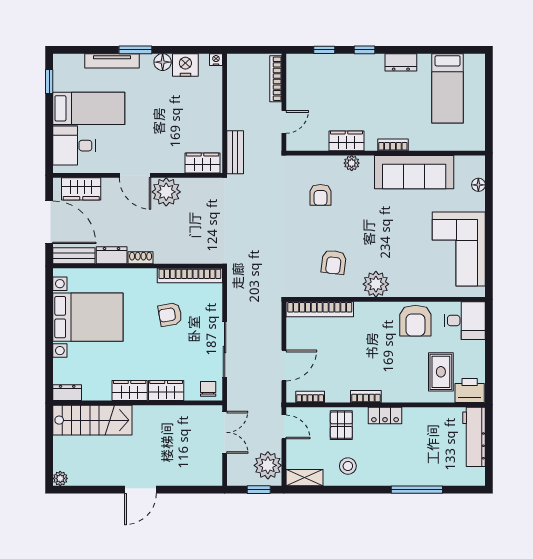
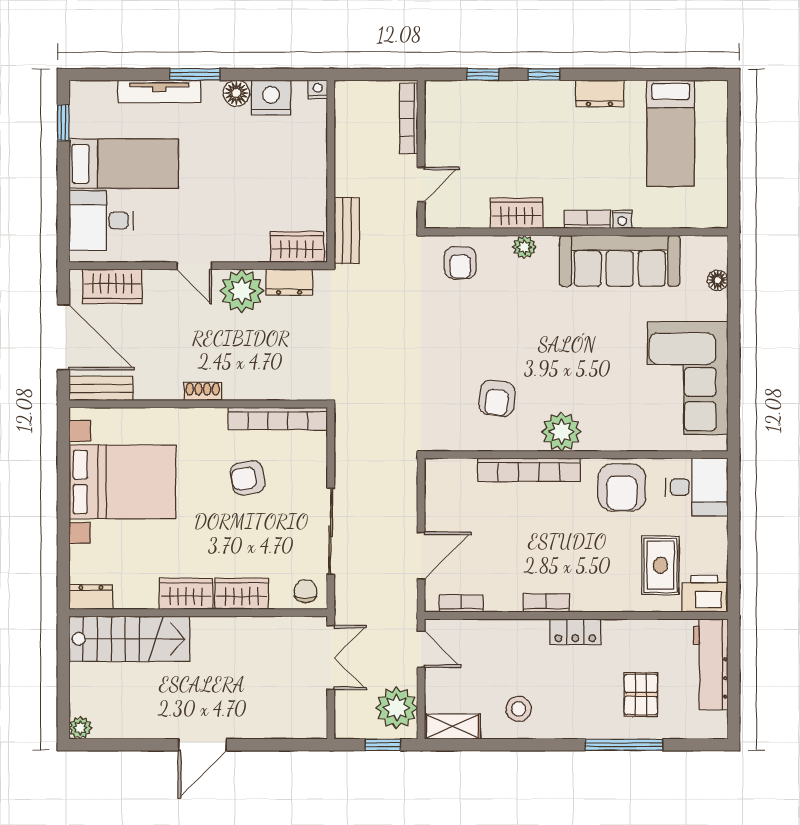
nightstand: (416, 145) -> (622, 219), added
door: (135, 175) -> (194, 266), width x0.73
armchair: (320, 195) -> (460, 263), moved
dresser: (112, 255) -> (289, 282), moved, turned 180
bookcase: (320, 309) -> (529, 470), moved
pallet: (341, 425) -> (641, 695), moved

